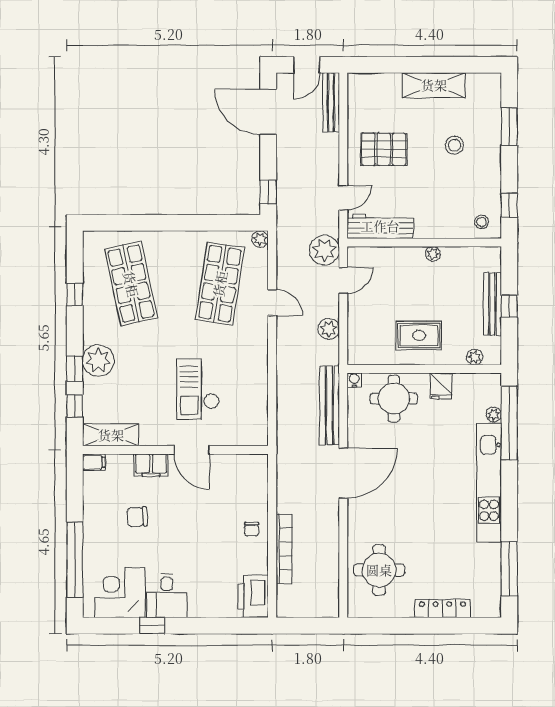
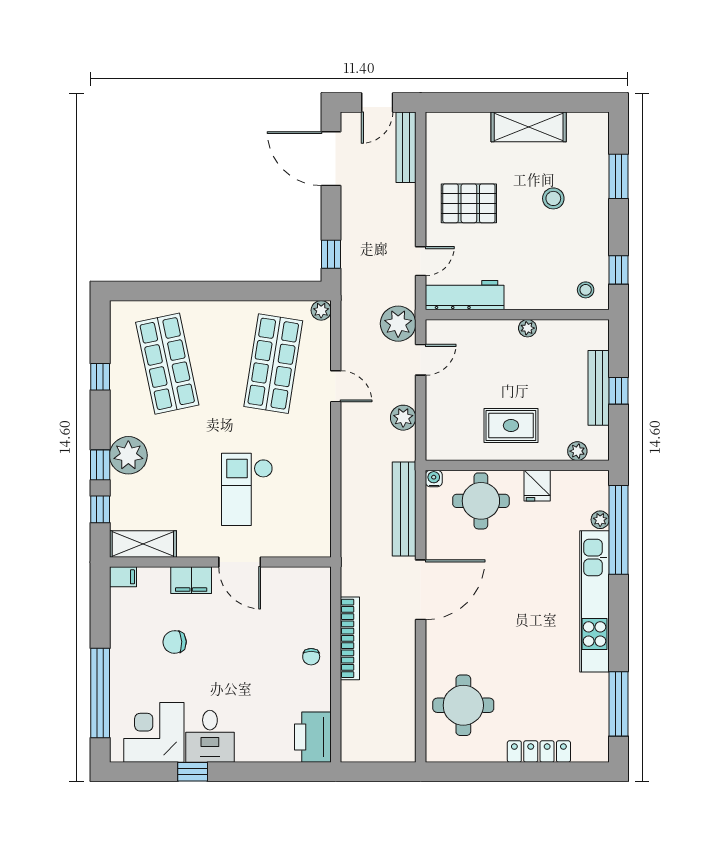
bookcase: (284, 549) -> (350, 638), moved

